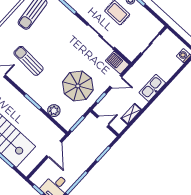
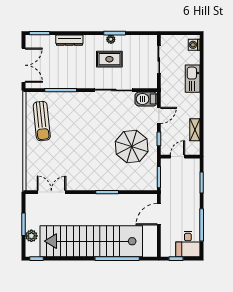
sun lounger: (29, 61) -> (74, 163), removed
kitchen sink: (152, 88) -> (193, 79), moved
plant: (54, 111) -> (131, 184), removed
door: (54, 149) -> (159, 214), swing flipped

